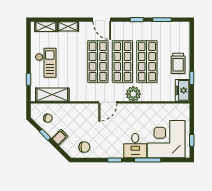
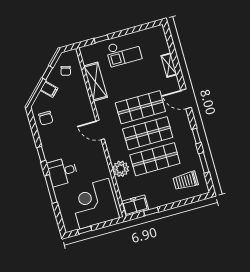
door: (102, 20) -> (186, 99), hinge flipped
shelving: (46, 27) -> (162, 42), removed
trolley: (178, 63) -> (186, 181), moved
plant: (133, 94) -> (121, 169), moved
shelving: (52, 95) -> (95, 82), moved
corner desk: (166, 139) -> (94, 204), moved, turned -90

